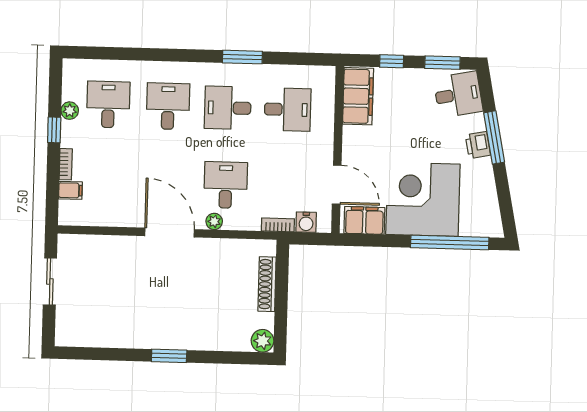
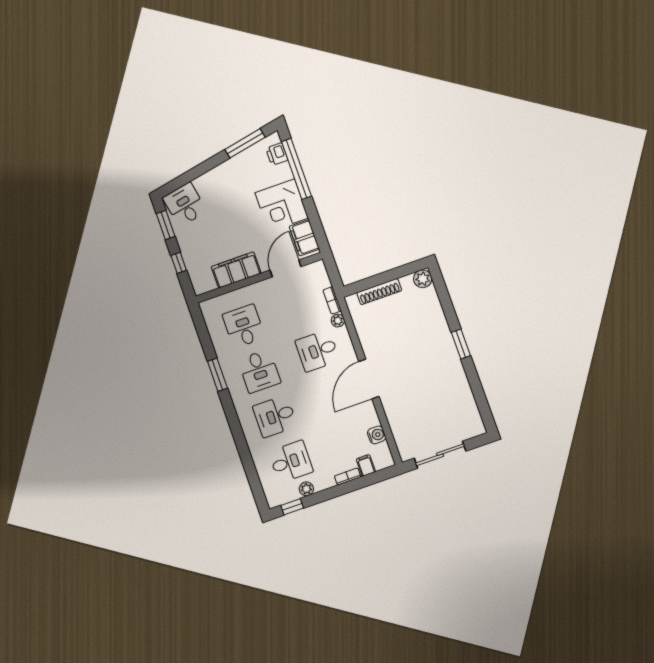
filing cabinet: (358, 96) -> (236, 270), moved
desk: (108, 104) -> (291, 462), turned 180
window: (54, 130) -> (292, 507), moved
window: (494, 137) -> (245, 143), moved
printer: (478, 145) -> (277, 154), moved, turned 101
corner desk: (423, 199) -> (282, 205), width x0.74, depth x0.74
plant: (214, 221) -> (338, 321), moved
water cooler: (306, 222) -> (377, 435), moved
sliding door: (50, 281) -> (440, 455), width x1.37

